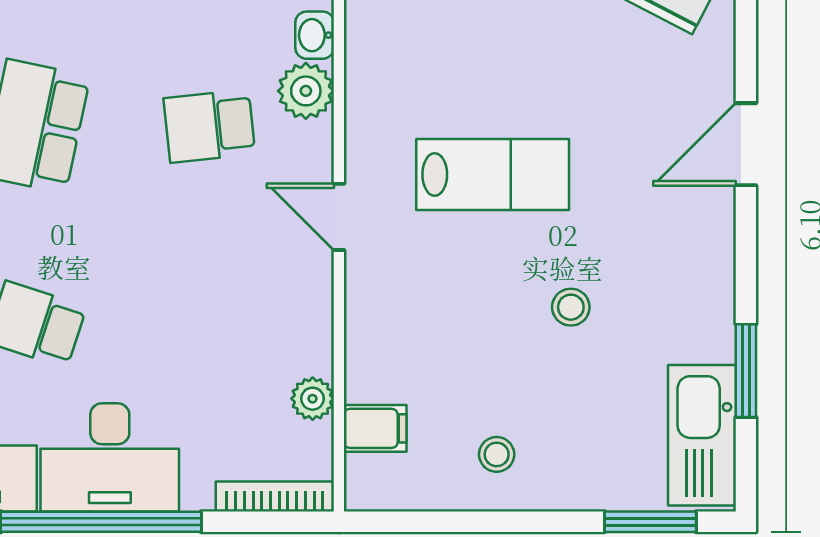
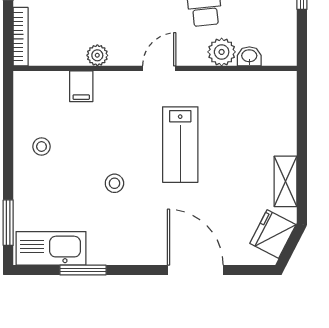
door: (746, 144) -> (195, 270), width x1.36
plant: (313, 399) -> (97, 55), moved
filing cabinet: (375, 428) -> (81, 86), moved

